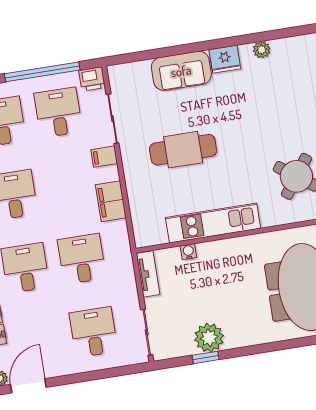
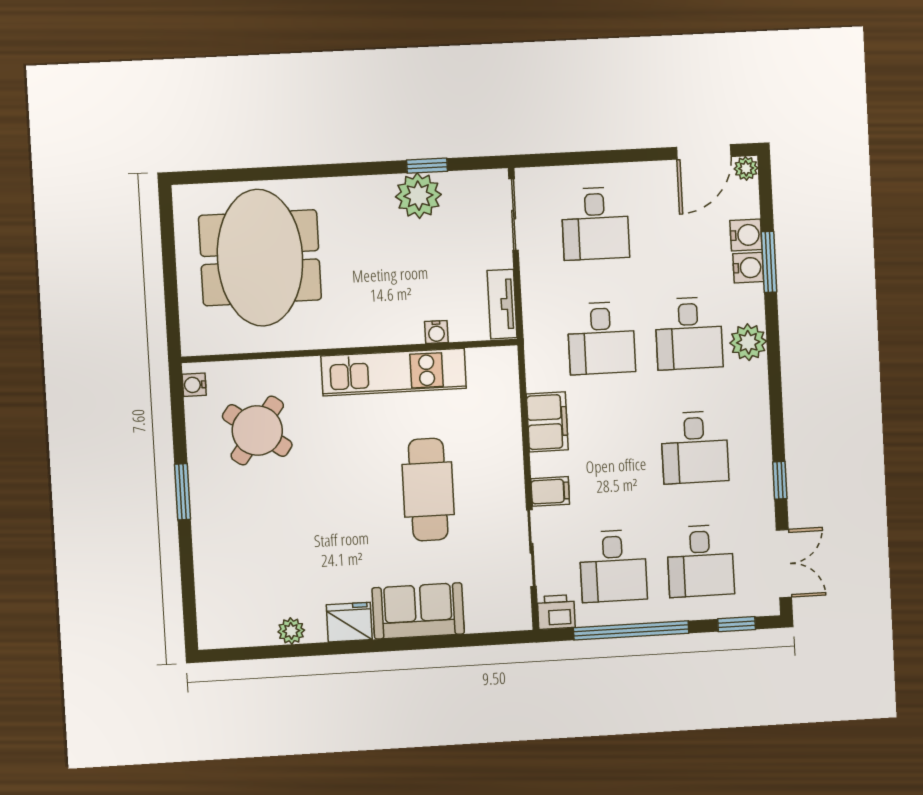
cafe table: (183, 150) -> (428, 490), turned 90

